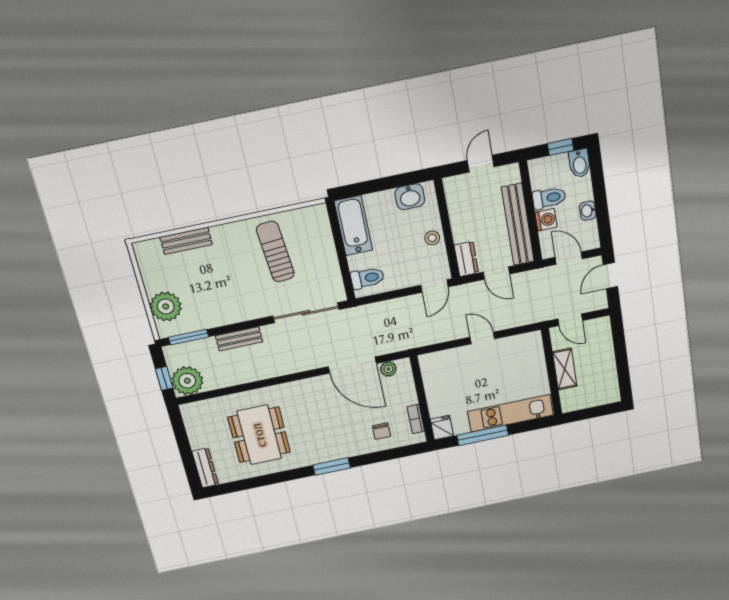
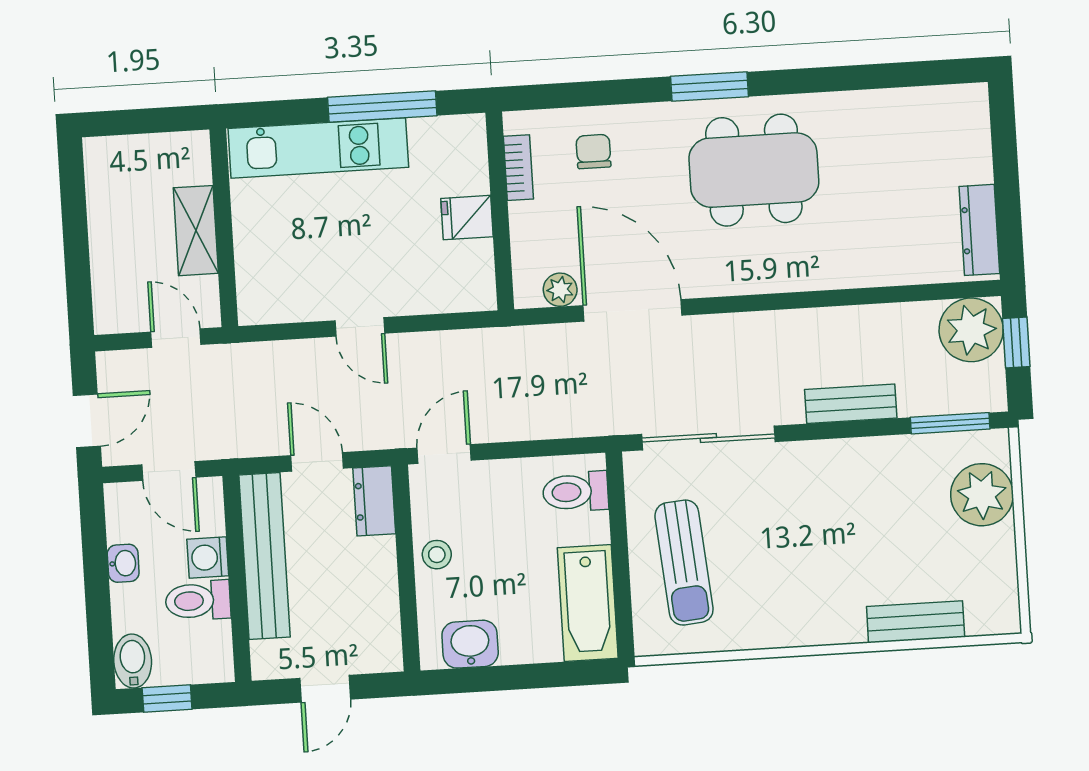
sun lounger: (275, 252) -> (684, 563), moved
fridge: (442, 428) -> (467, 218), moved, turned 90
dining table: (259, 435) -> (754, 170), moved, turned 90
dresser: (205, 468) -> (979, 230), moved

